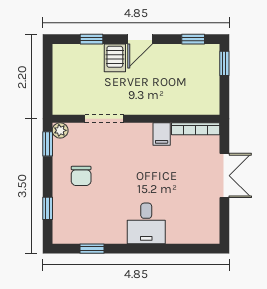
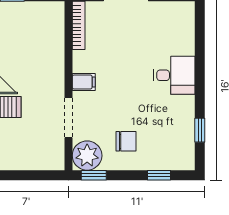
plant: (60, 130) -> (87, 156), width x1.87, depth x1.87
filing cabinet: (162, 134) -> (84, 82), moved

